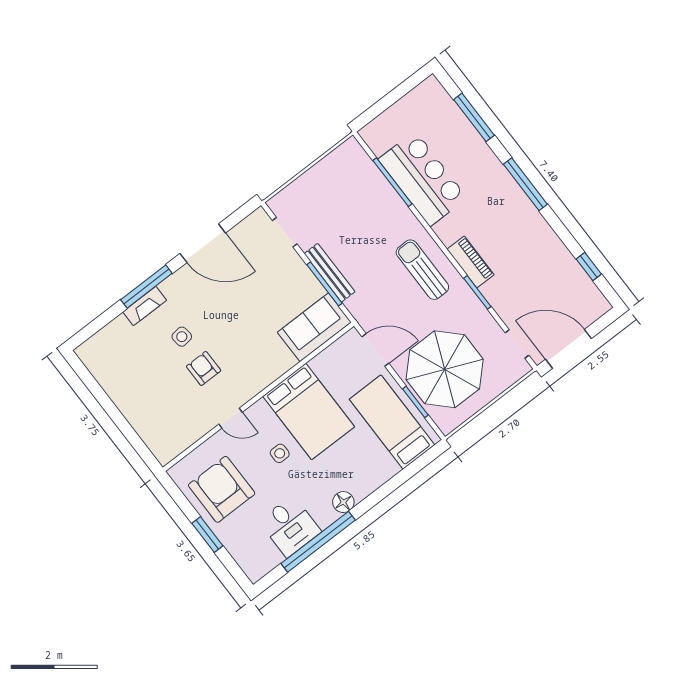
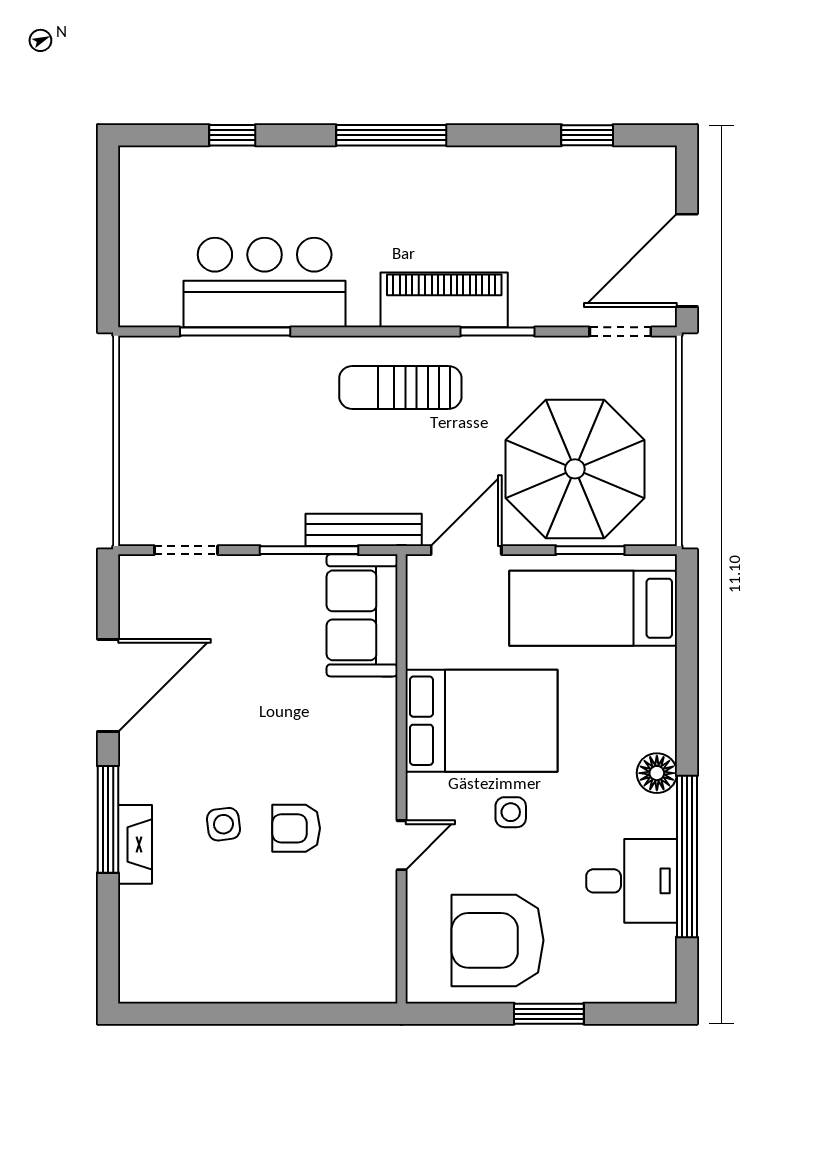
window: (474, 117) -> (232, 135), width x0.46
piano: (470, 262) -> (444, 300), width x1.37, depth x1.33
bench: (329, 273) -> (364, 530), moved

